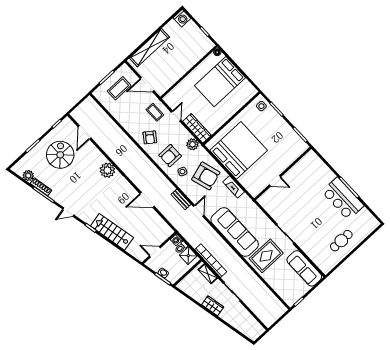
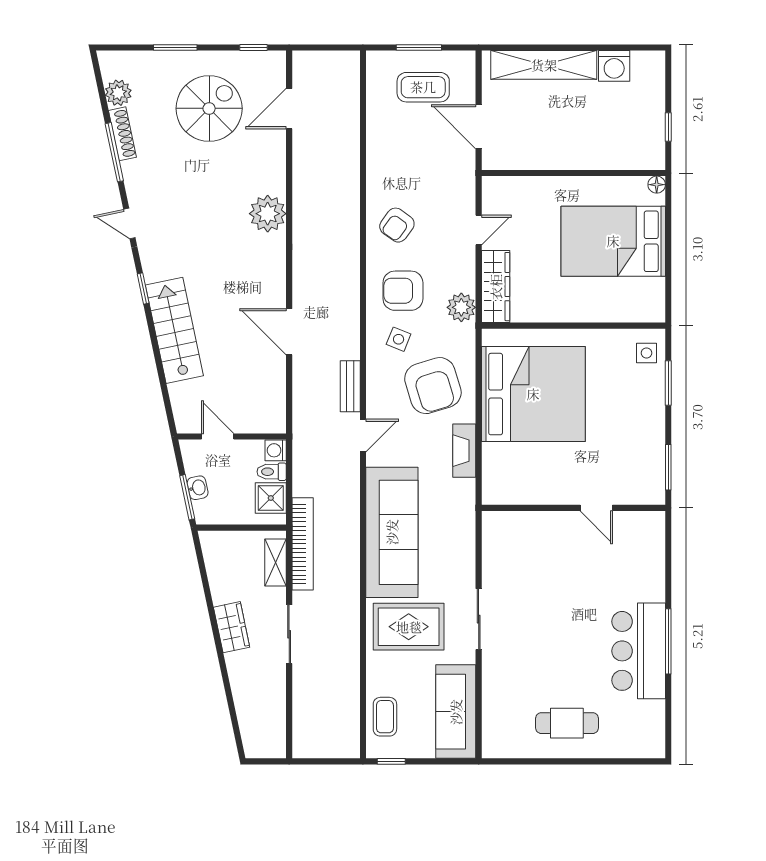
washing machine: (182, 18) -> (614, 66), moved
coffee table: (155, 112) -> (385, 717), moved
door: (275, 181) -> (596, 508), moved

